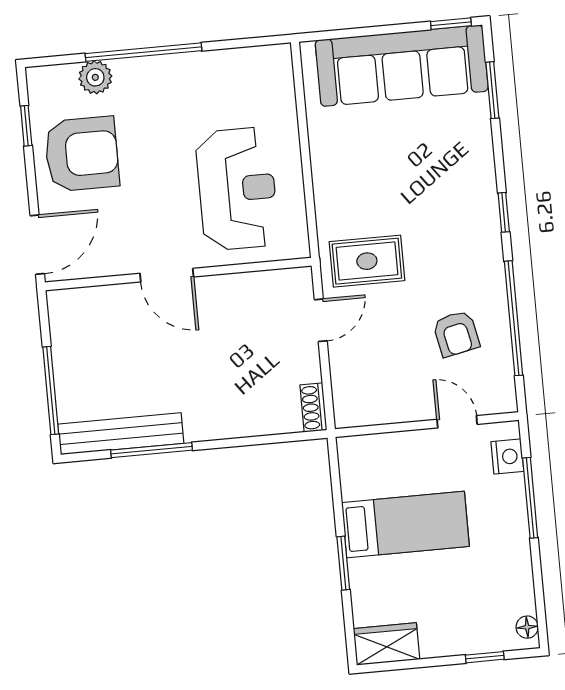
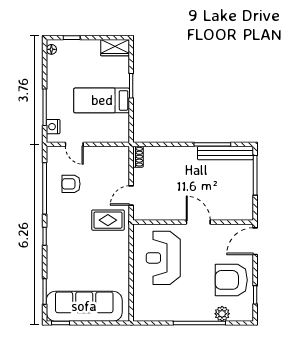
armchair: (456, 334) -> (71, 184), turned -78

